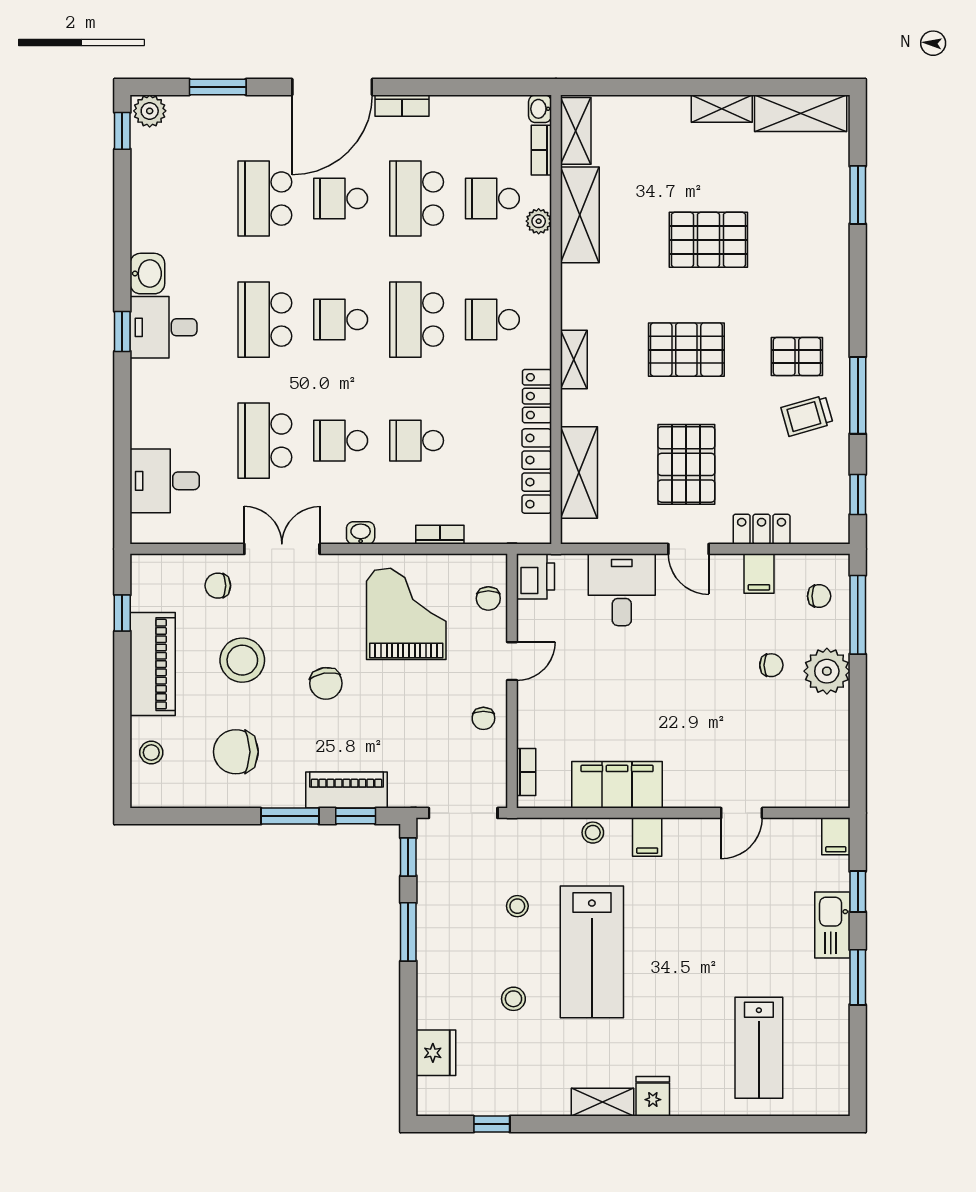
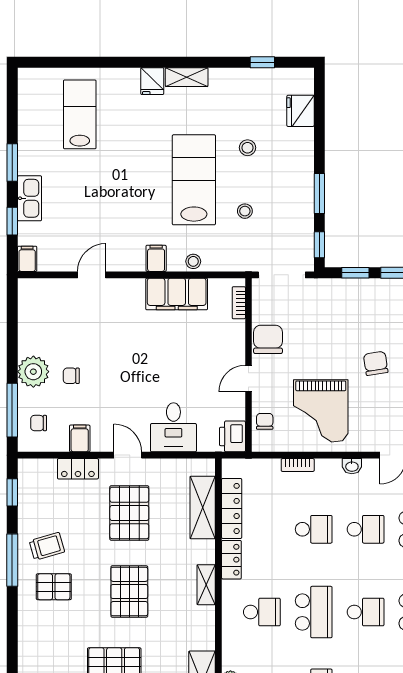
pallet: (686, 350) -> (129, 591), turned 90
chair: (483, 718) -> (268, 339), width x1.87, depth x1.87
piano: (346, 790) -> (362, 290), removed

